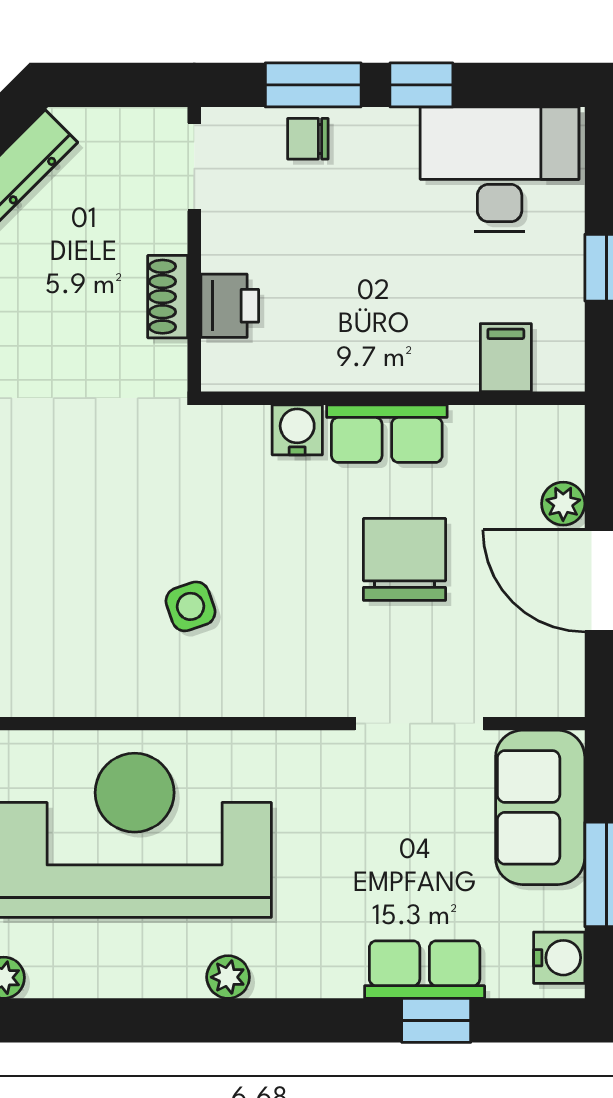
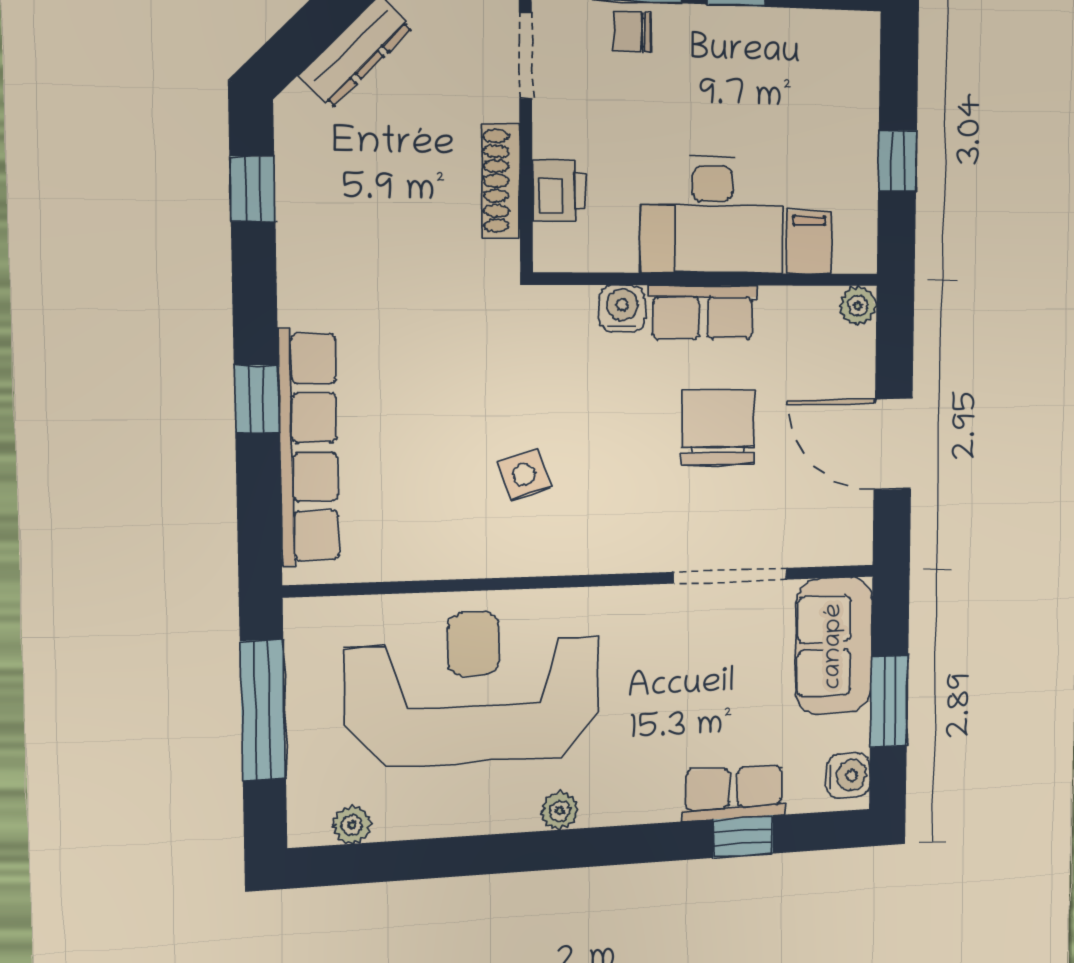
desk: (500, 169) -> (712, 215), moved, turned 180
shoe rack: (168, 297) -> (501, 181), width x1.43
plant: (563, 504) -> (858, 305), moved

